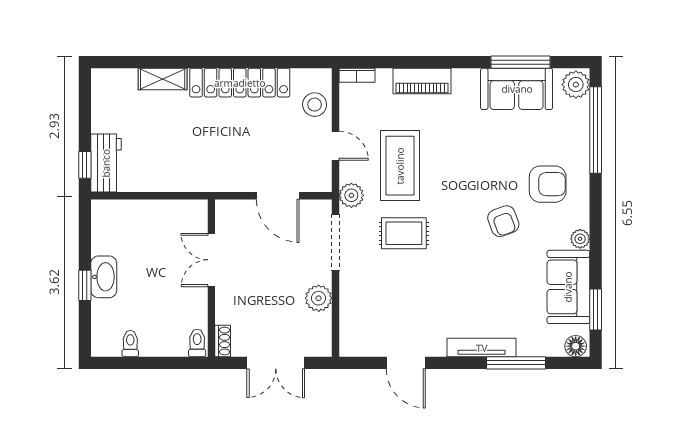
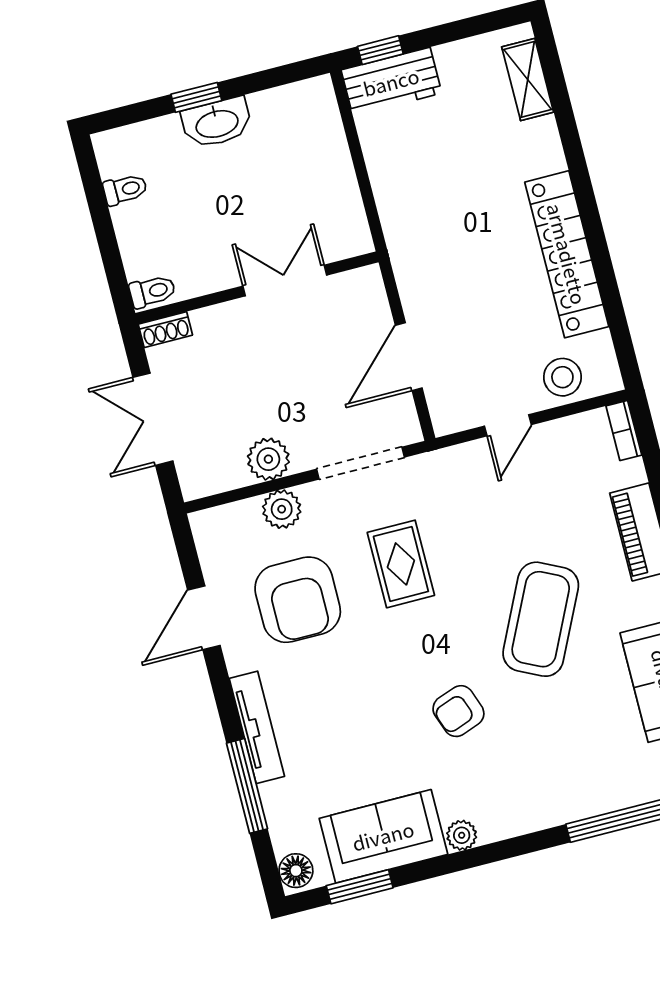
shelving: (163, 79) -> (528, 79), moved
coffee table: (400, 166) -> (541, 619), moved, turned -64
armchair: (548, 184) -> (298, 600), moved, width x1.36, depth x1.36
plant: (351, 195) -> (282, 509), moved

